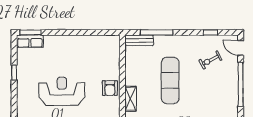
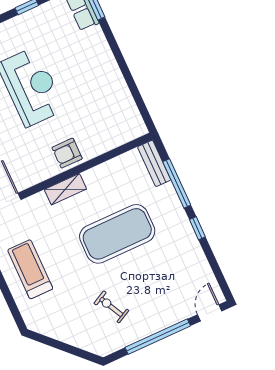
window: (210, 32) -> (197, 228), moved
exercise bike: (210, 60) -> (111, 307), moved
exercise mat: (170, 80) -> (117, 234), width x1.47

